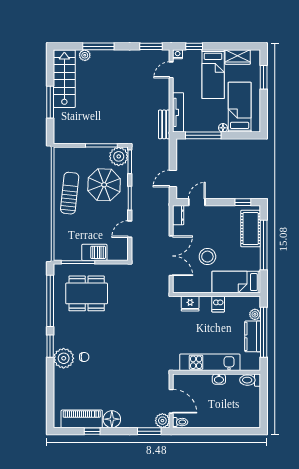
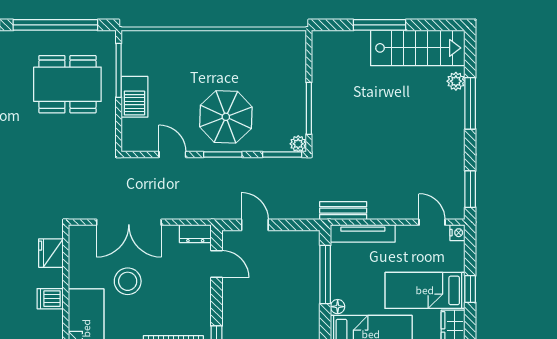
window: (194, 46) -> (470, 289), moved
plant: (119, 156) -> (298, 144), width x0.53, depth x0.53
parasol: (104, 185) -> (226, 117), moved
sun lounger: (70, 193) -> (231, 57), removed
dining table: (87, 293) -> (67, 84), turned 90

